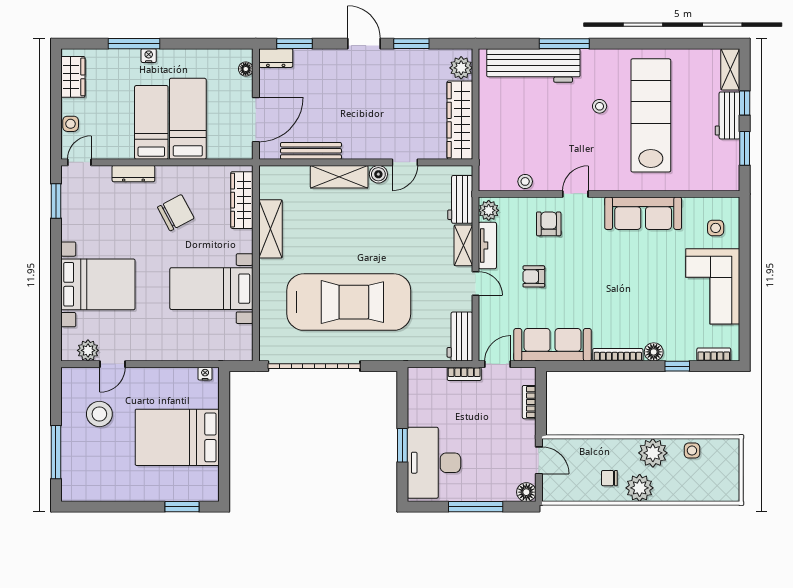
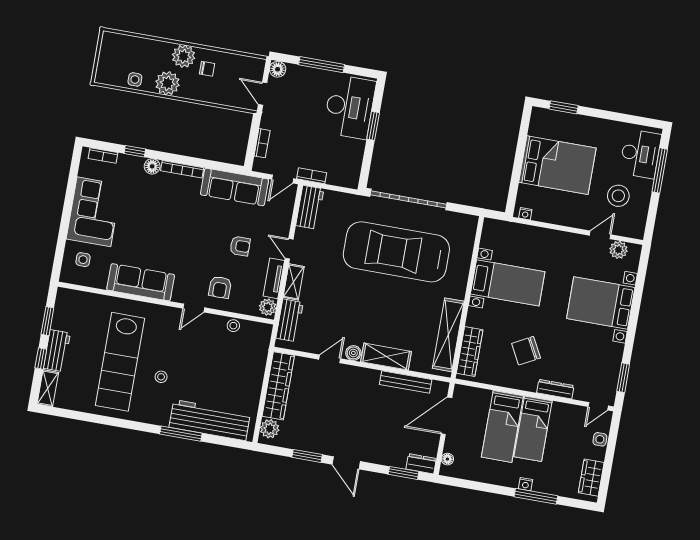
shelving: (270, 229) -> (448, 335), width x1.47
garage door: (314, 366) -> (408, 199), moved
desk: (82, 468) -> (640, 154), added

